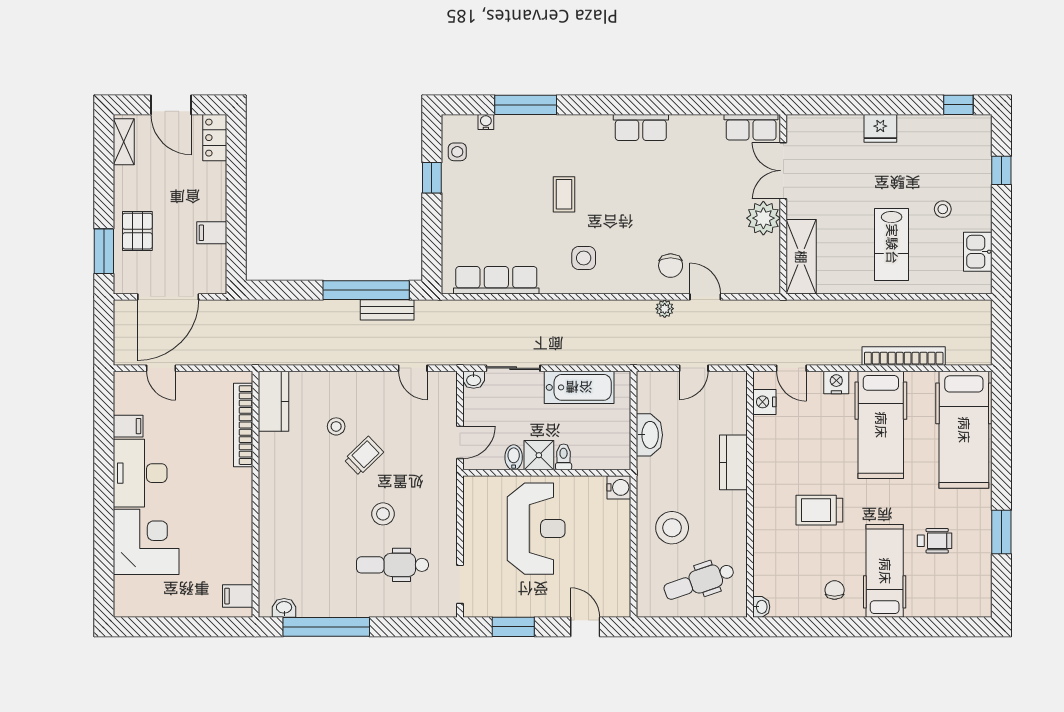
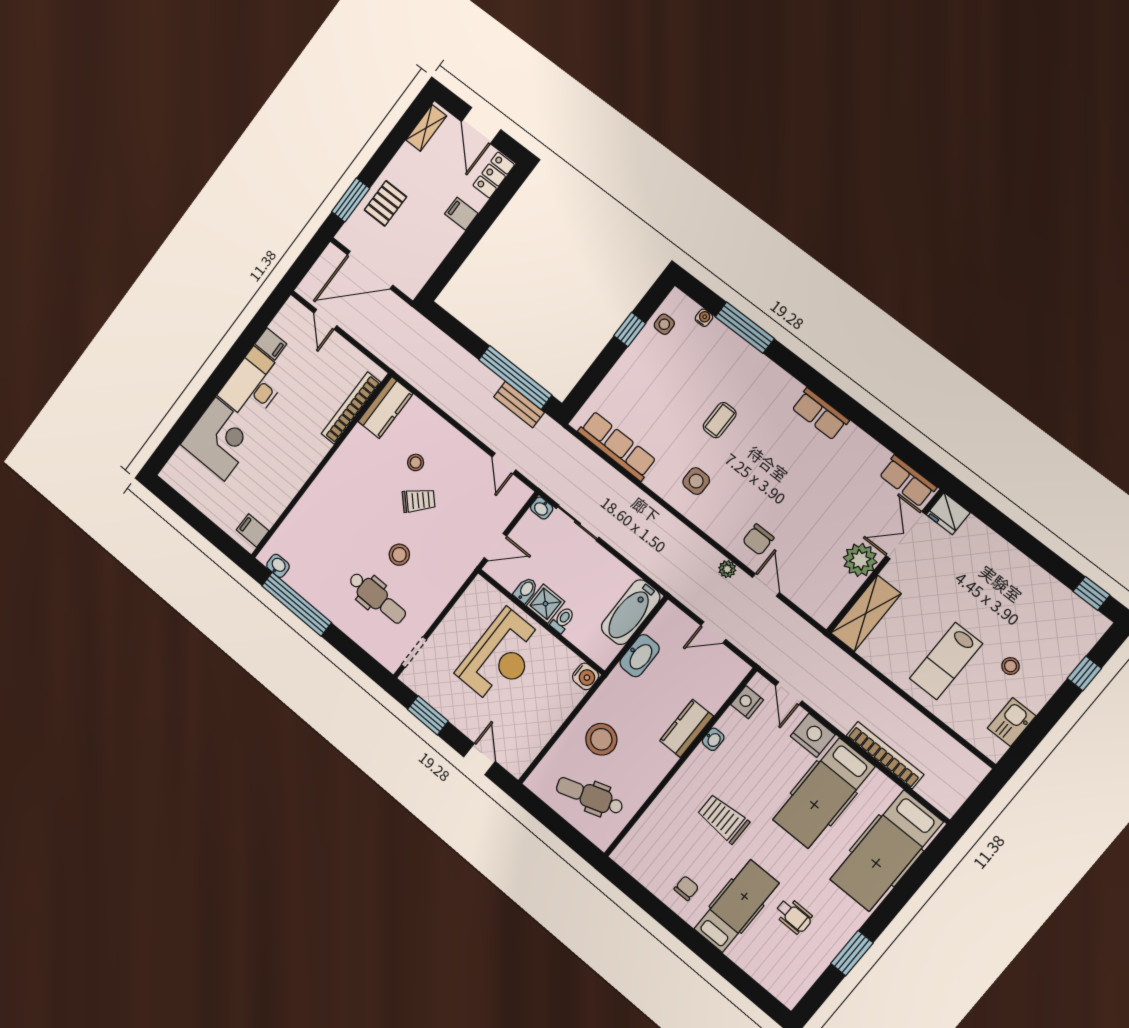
fridge: (880, 128) -> (948, 514), moved
filing cabinet: (212, 233) -> (461, 214), moved
nightstand: (836, 382) -> (813, 735), width x1.36, depth x1.33
bathtub: (579, 387) -> (631, 612), moved, turned 90
dental chair: (393, 565) -> (377, 598), turned 180
washbasin: (761, 607) -> (713, 739), moved

